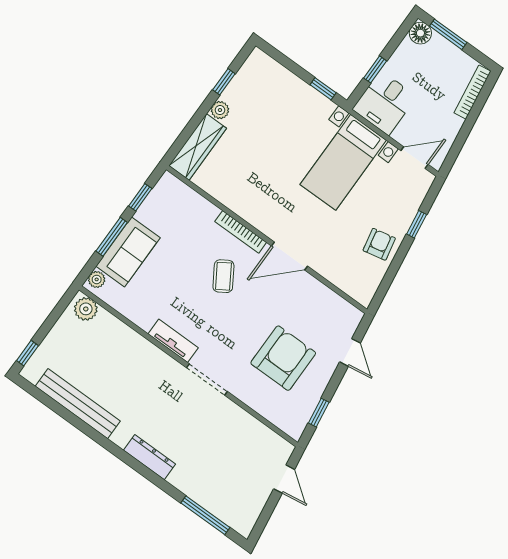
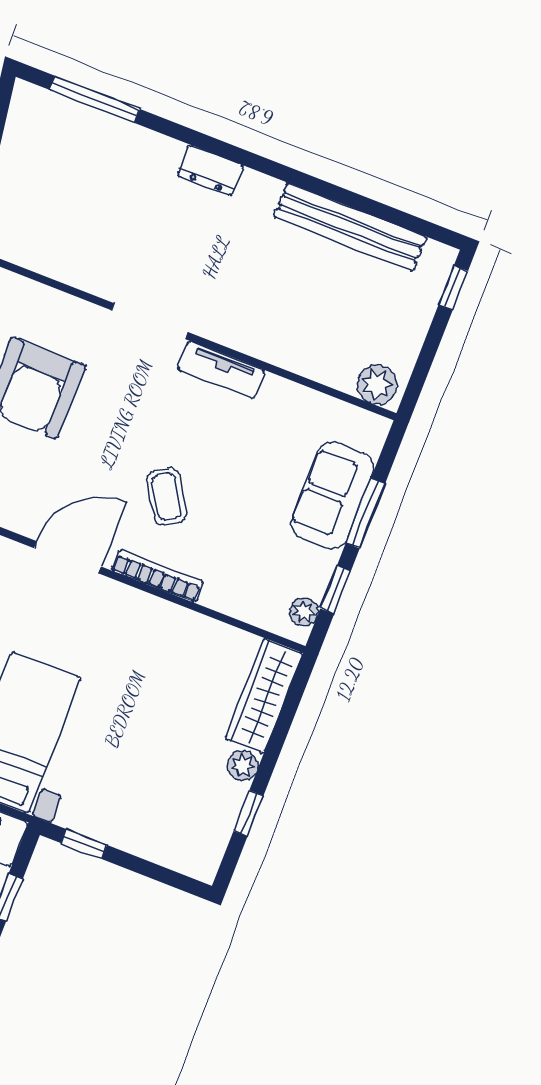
plant: (97, 279) -> (304, 612), moved
dresser: (150, 457) -> (210, 170), width x0.70

